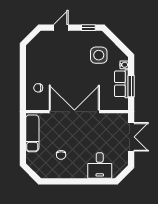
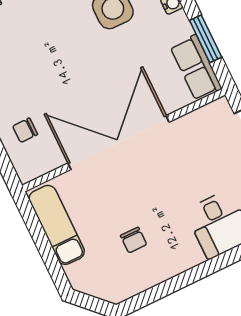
row of seats: (121, 84) -> (196, 68), moved

